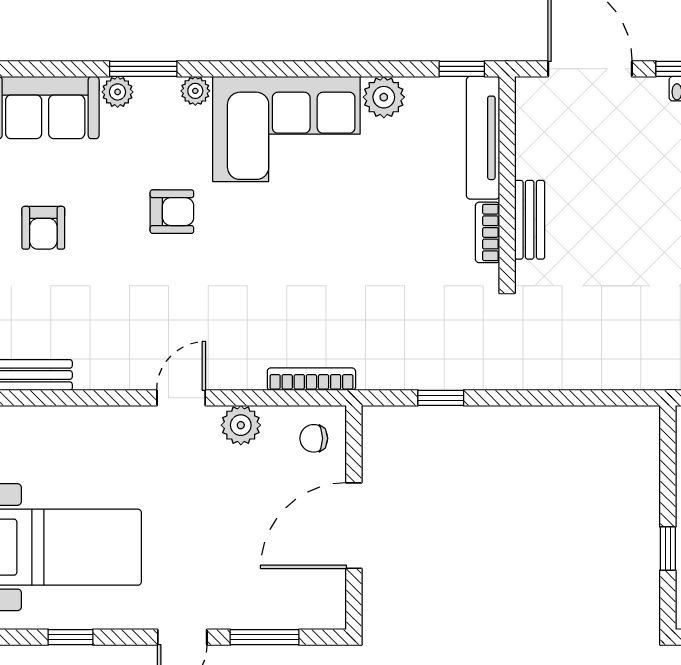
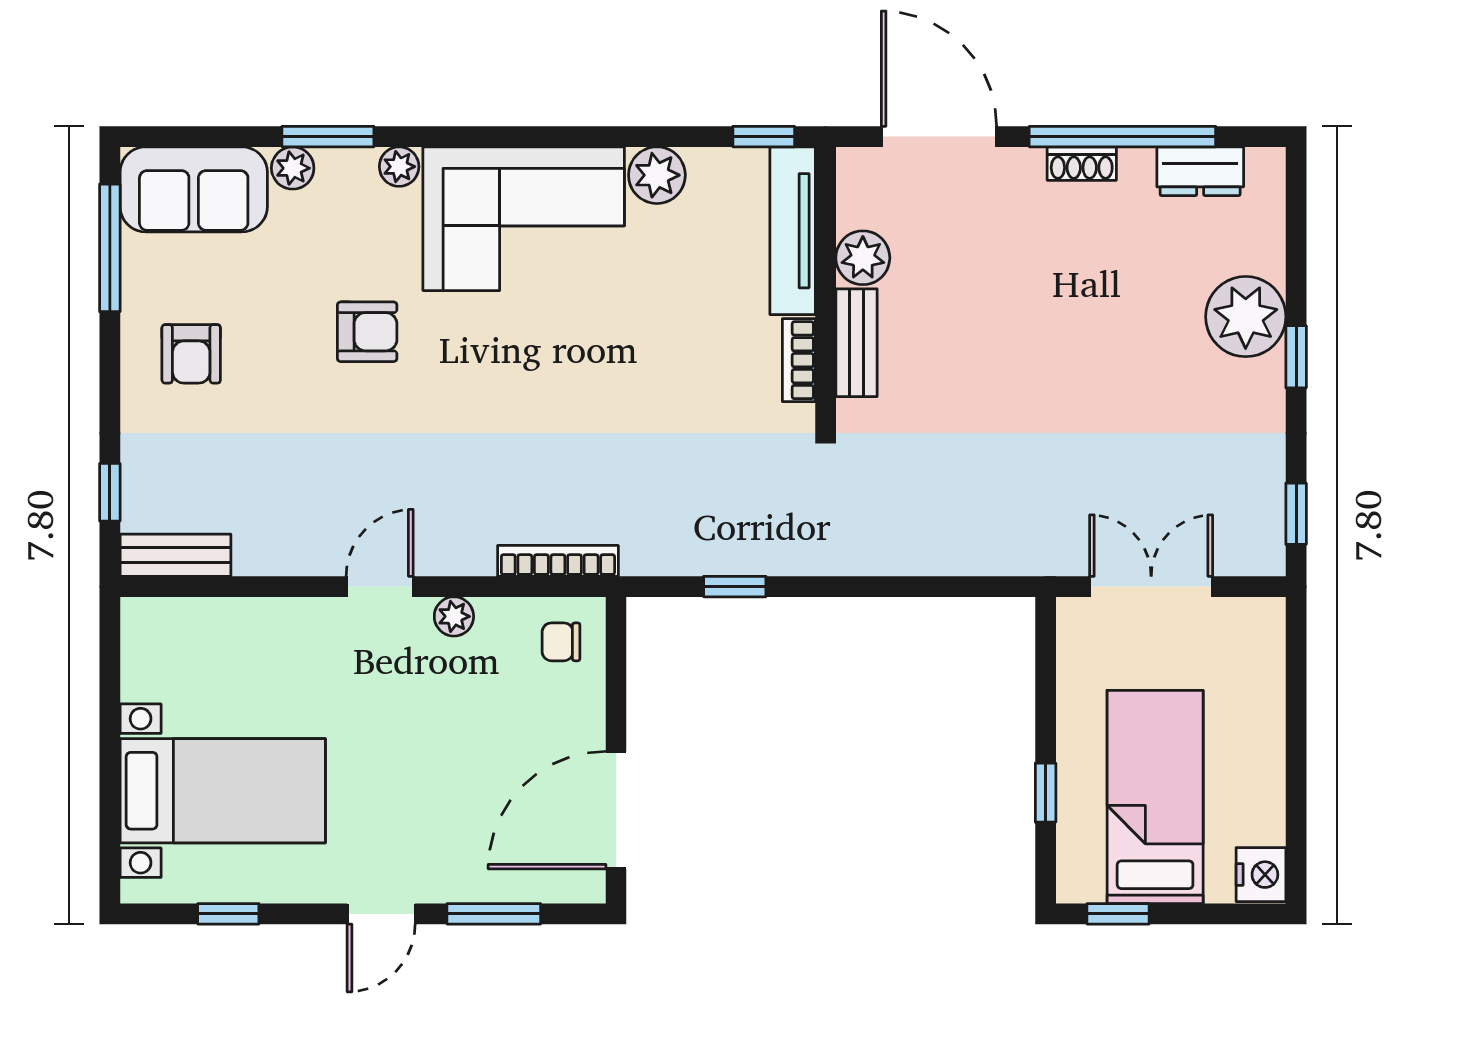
plant: (534, 158) -> (863, 258), added
plant: (241, 425) -> (454, 616), width x0.73, depth x0.73
door: (354, 526) -> (616, 810), moved

